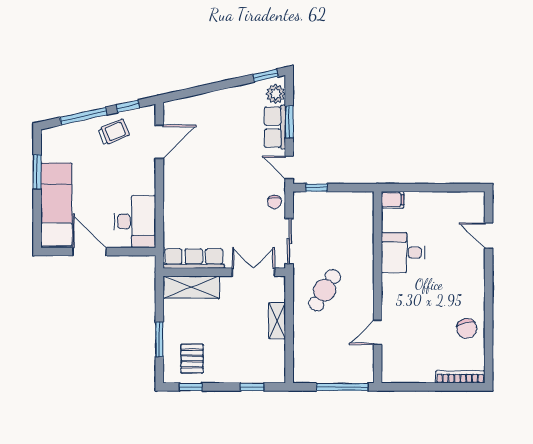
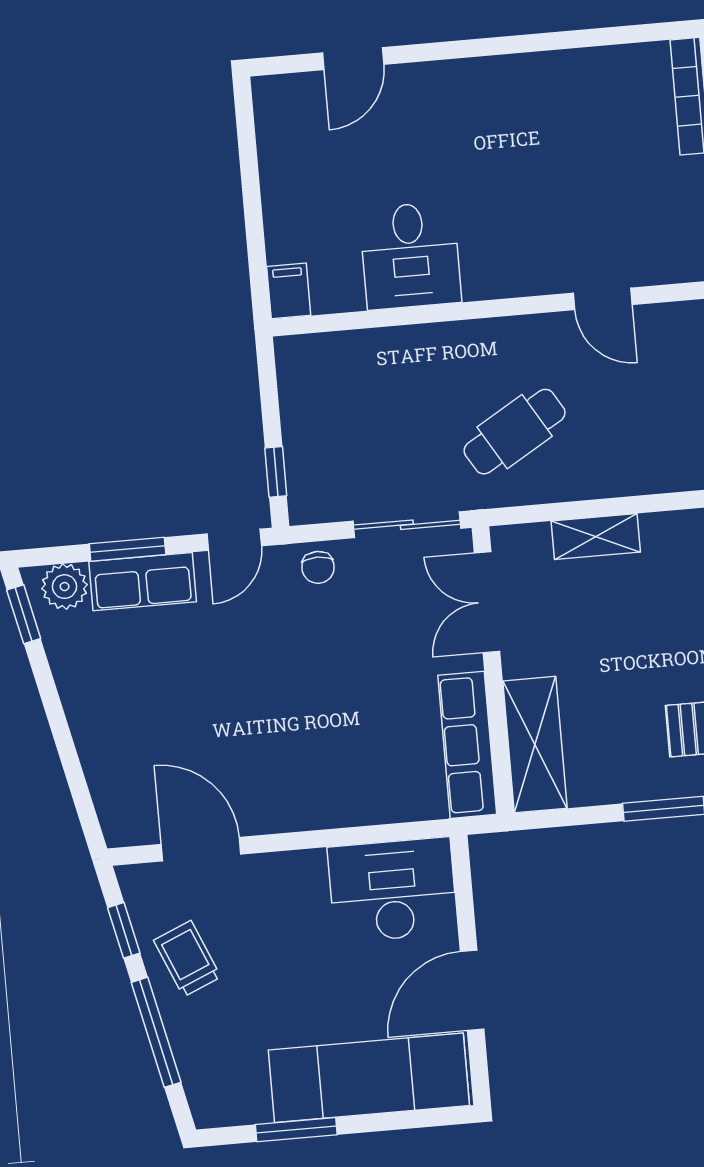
chair: (274, 202) -> (318, 567), turned 92
cafe table: (325, 290) -> (515, 432), turned -62
chair: (467, 329) -> (575, 91), removed

